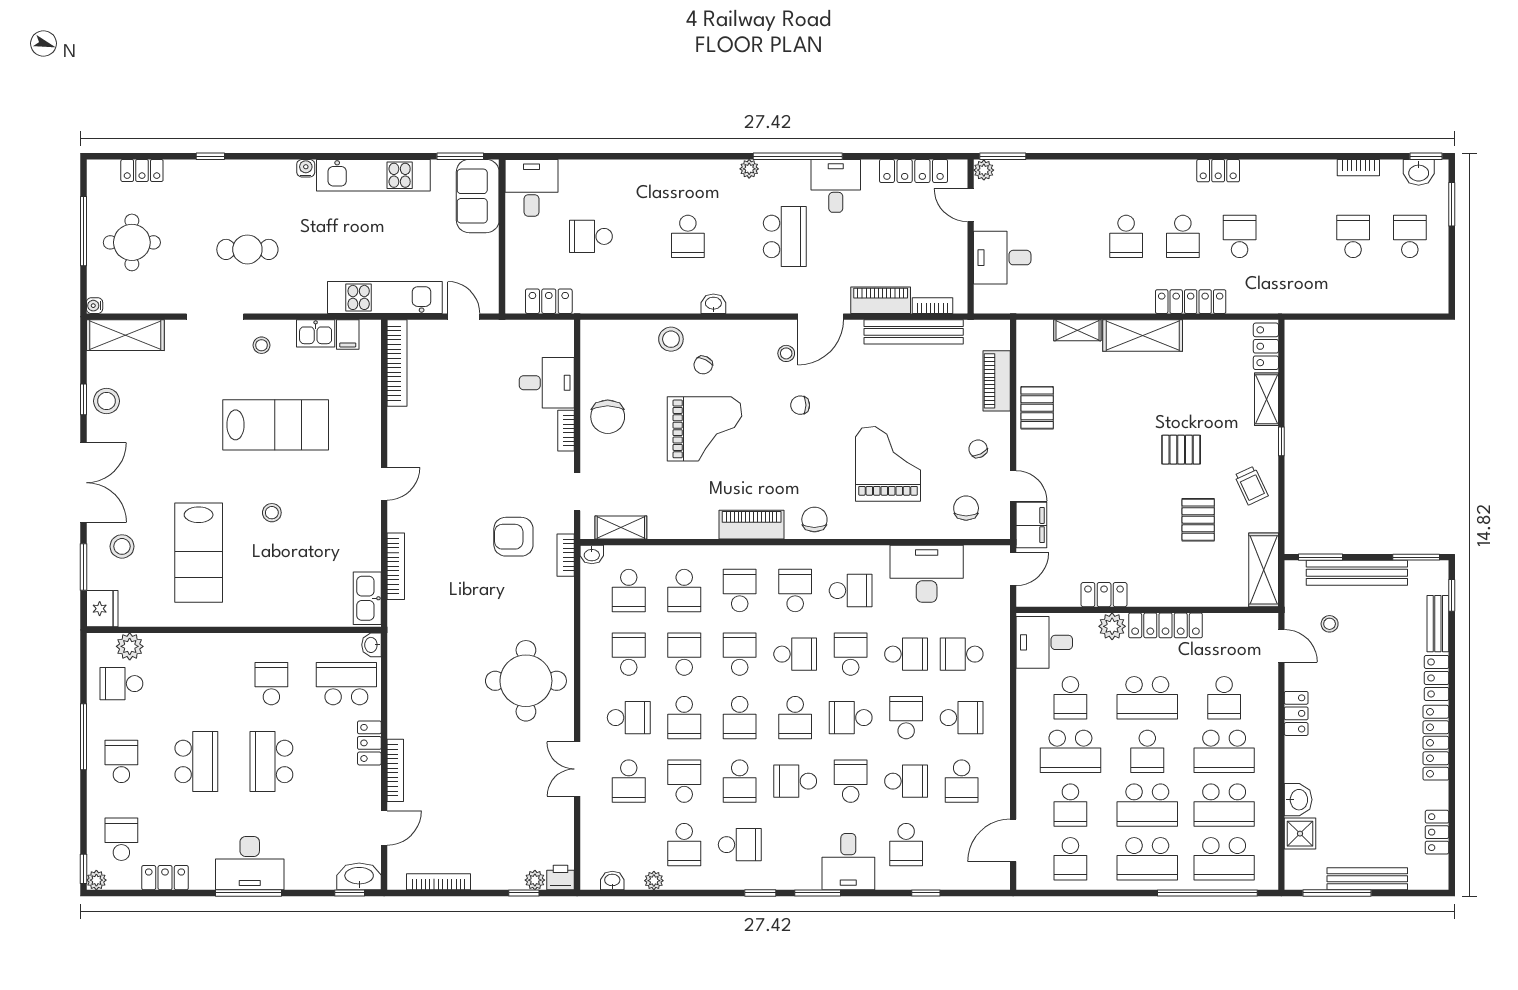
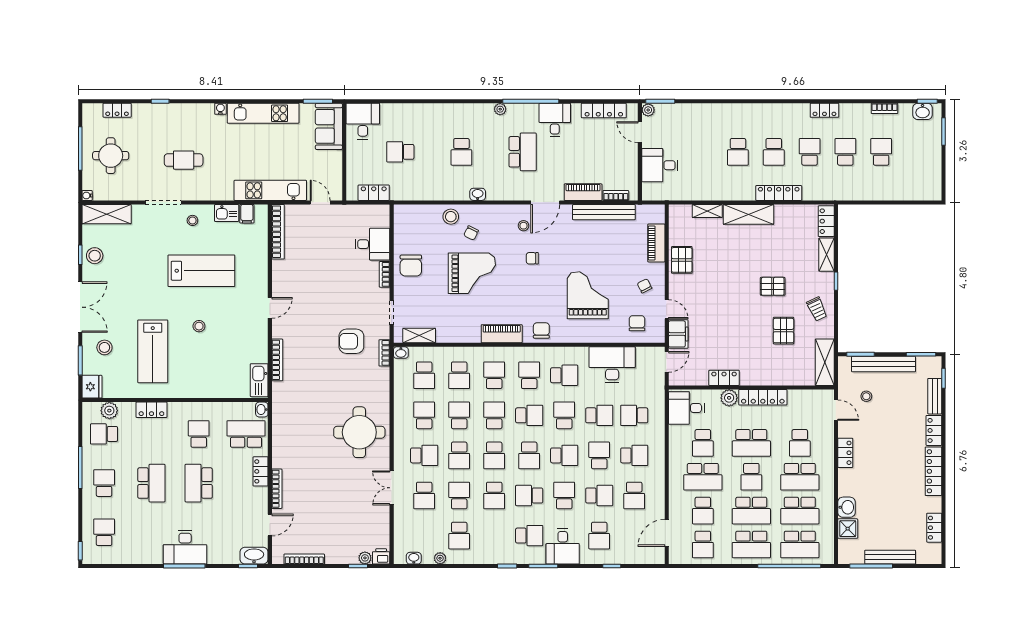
locker: (1218, 171) -> (824, 110), moved
school desk: (1410, 236) -> (845, 152), moved
school desk: (851, 718) -> (564, 455), turned 180
school desk: (740, 845) -> (529, 536), moved
locker: (165, 878) -> (151, 410), moved, turned 180
plant: (96, 880) -> (88, 558), removed

